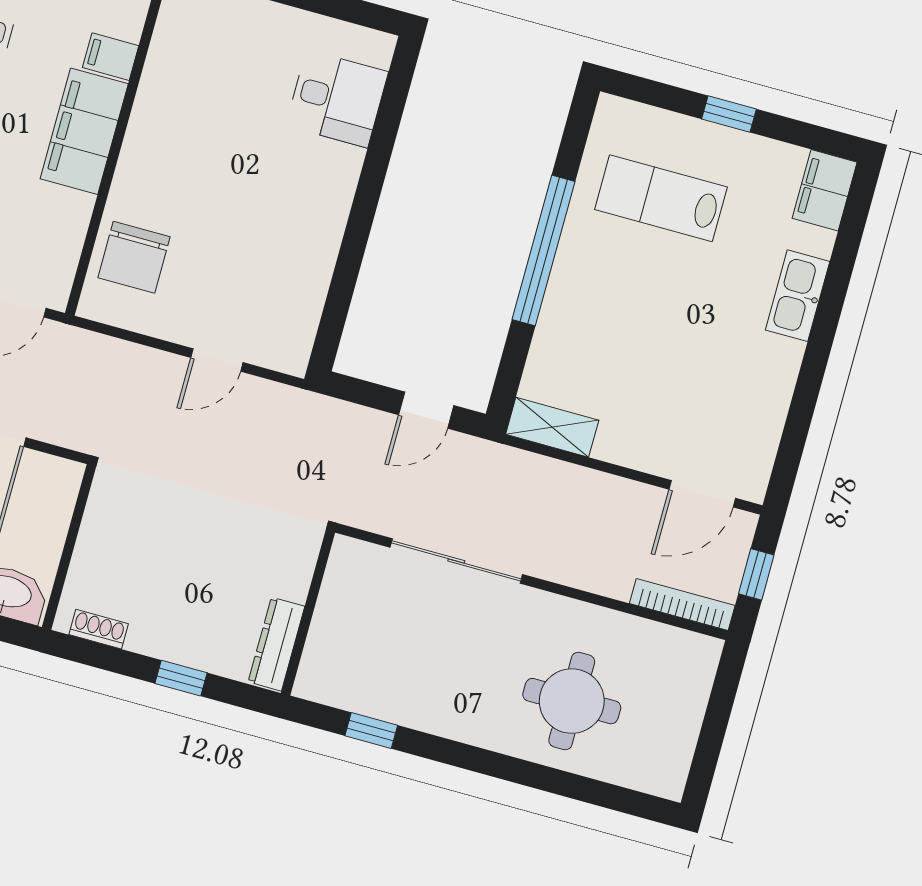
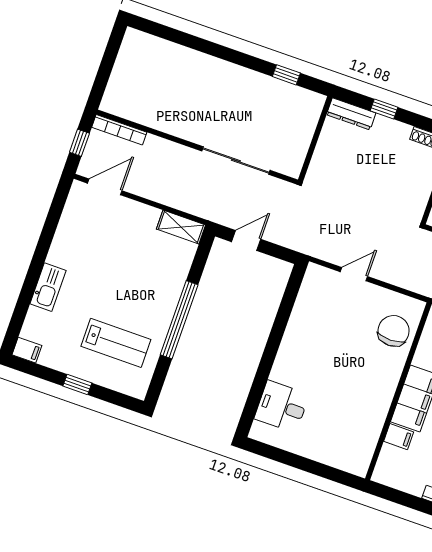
filing cabinet: (825, 190) -> (27, 350), width x0.50
dresser: (276, 644) -> (351, 114), moved, turned 90
round table: (572, 701) -> (180, 83), removed

